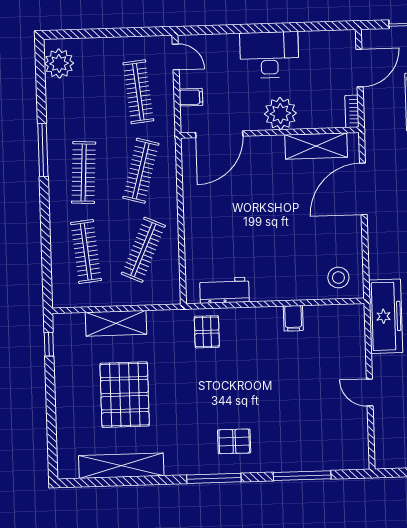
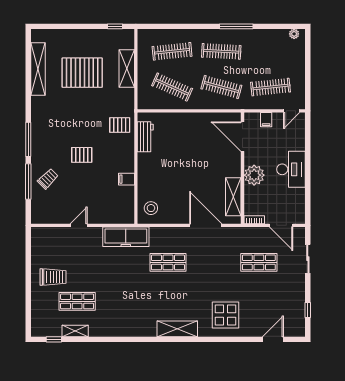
plant: (59, 63) -> (294, 34), width x0.53, depth x0.53
pallet: (234, 441) -> (82, 155), moved, turned 90
trolley: (297, 444) -> (48, 179), added
window: (214, 478) -> (28, 139), moved

